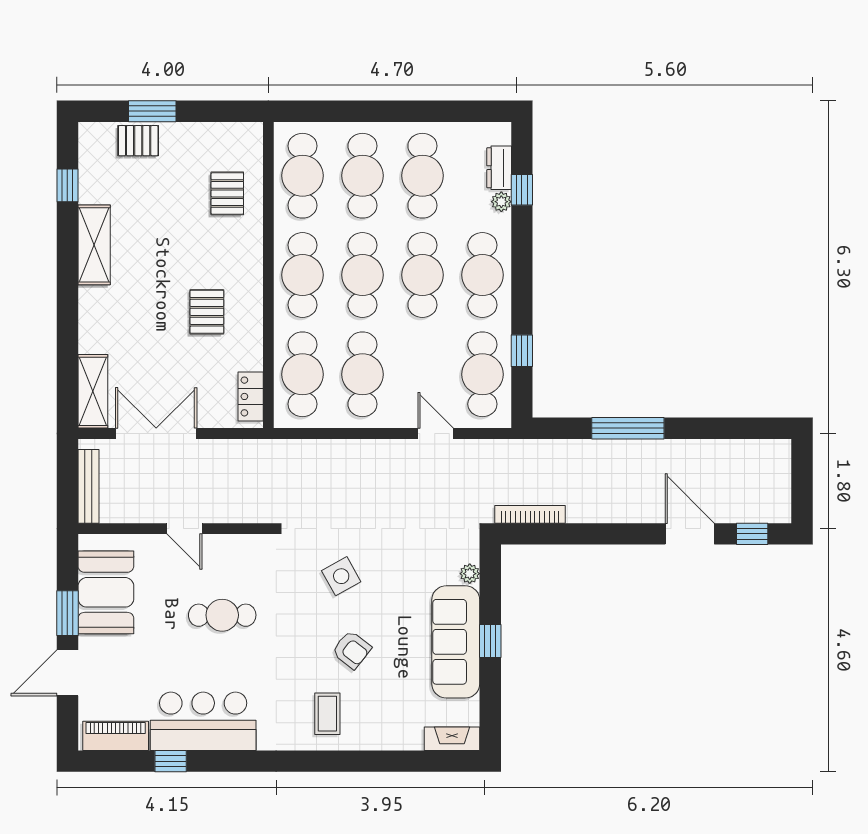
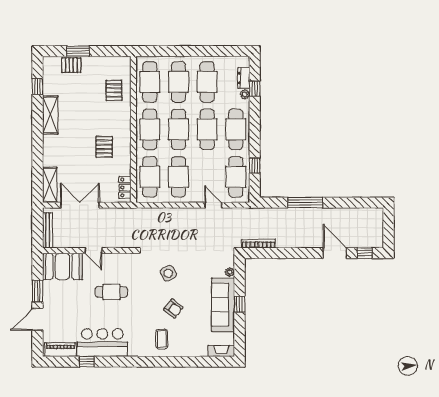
booth: (106, 592) -> (62, 266), moved, turned 90

